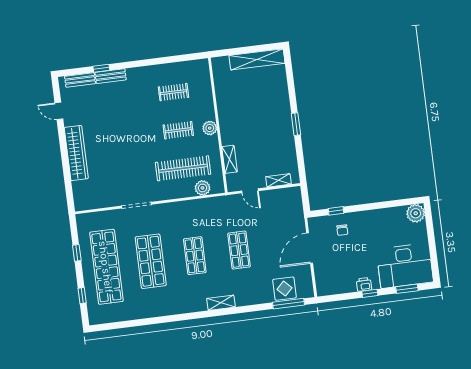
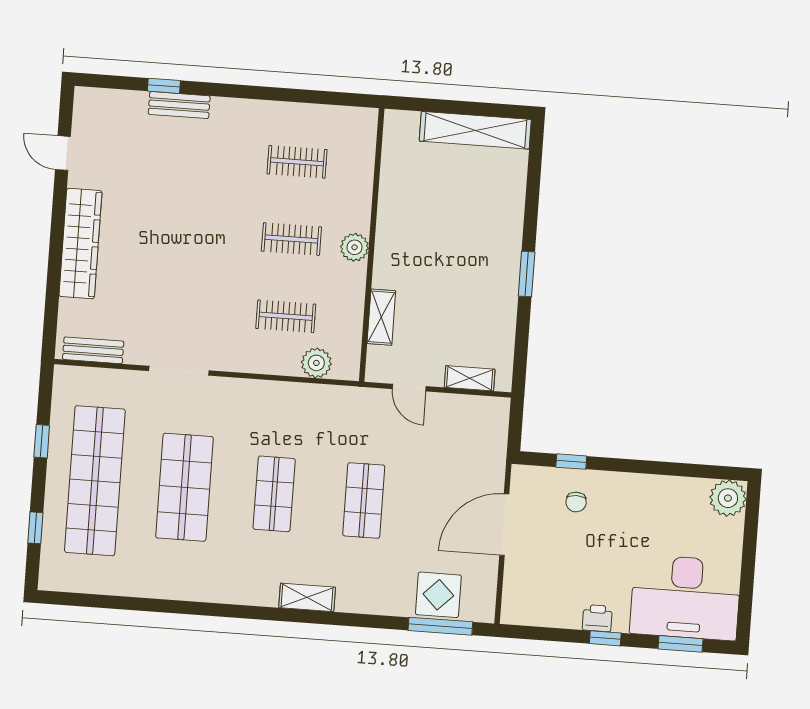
bench: (80, 80) -> (93, 350), moved
clothes rail: (183, 168) -> (286, 316), width x0.54, depth x0.76

